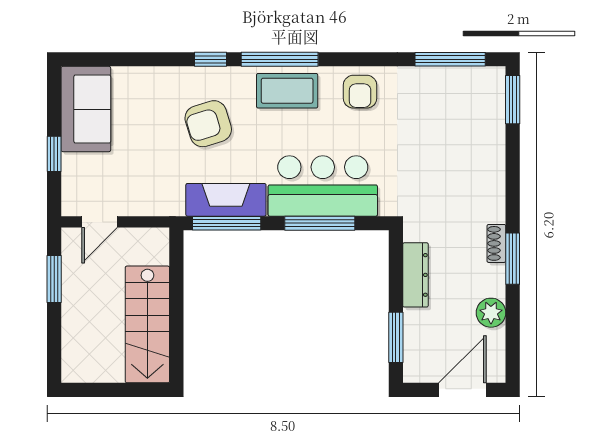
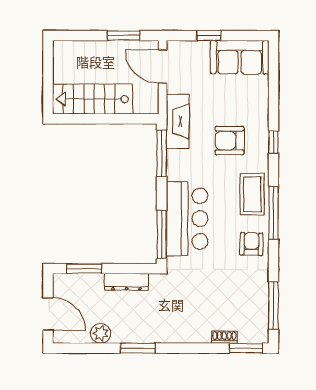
window: (280, 59) -> (273, 213), moved
armchair: (360, 92) -> (251, 244), turned 92
armchair: (208, 124) -> (230, 141), turned -73
fireplace: (226, 200) -> (178, 121), moved
door: (100, 222) -> (163, 66), width x1.38
window: (320, 223) -> (162, 235), moved
shoe rack: (496, 243) -> (224, 337), moved

